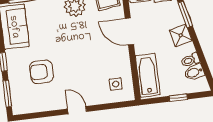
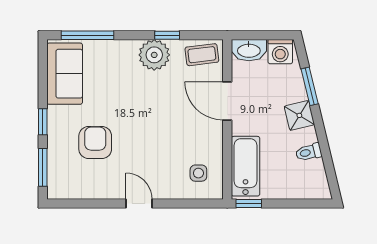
armchair: (41, 72) -> (95, 143), turned 90
bidet: (194, 72) -> (312, 170), removed
window: (178, 98) -> (249, 203), moved

